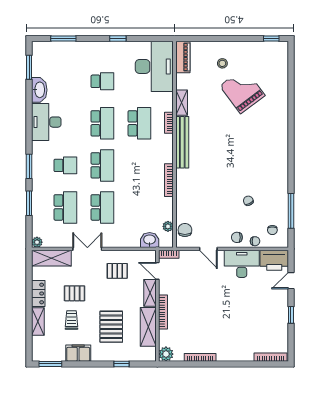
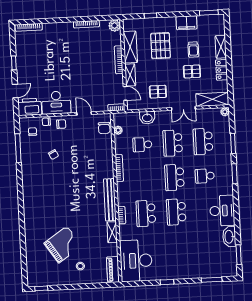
school desk: (102, 81) -> (142, 145), moved
grand piano: (242, 91) -> (63, 245), turned -87
washbasin: (150, 240) -> (147, 118), moved

